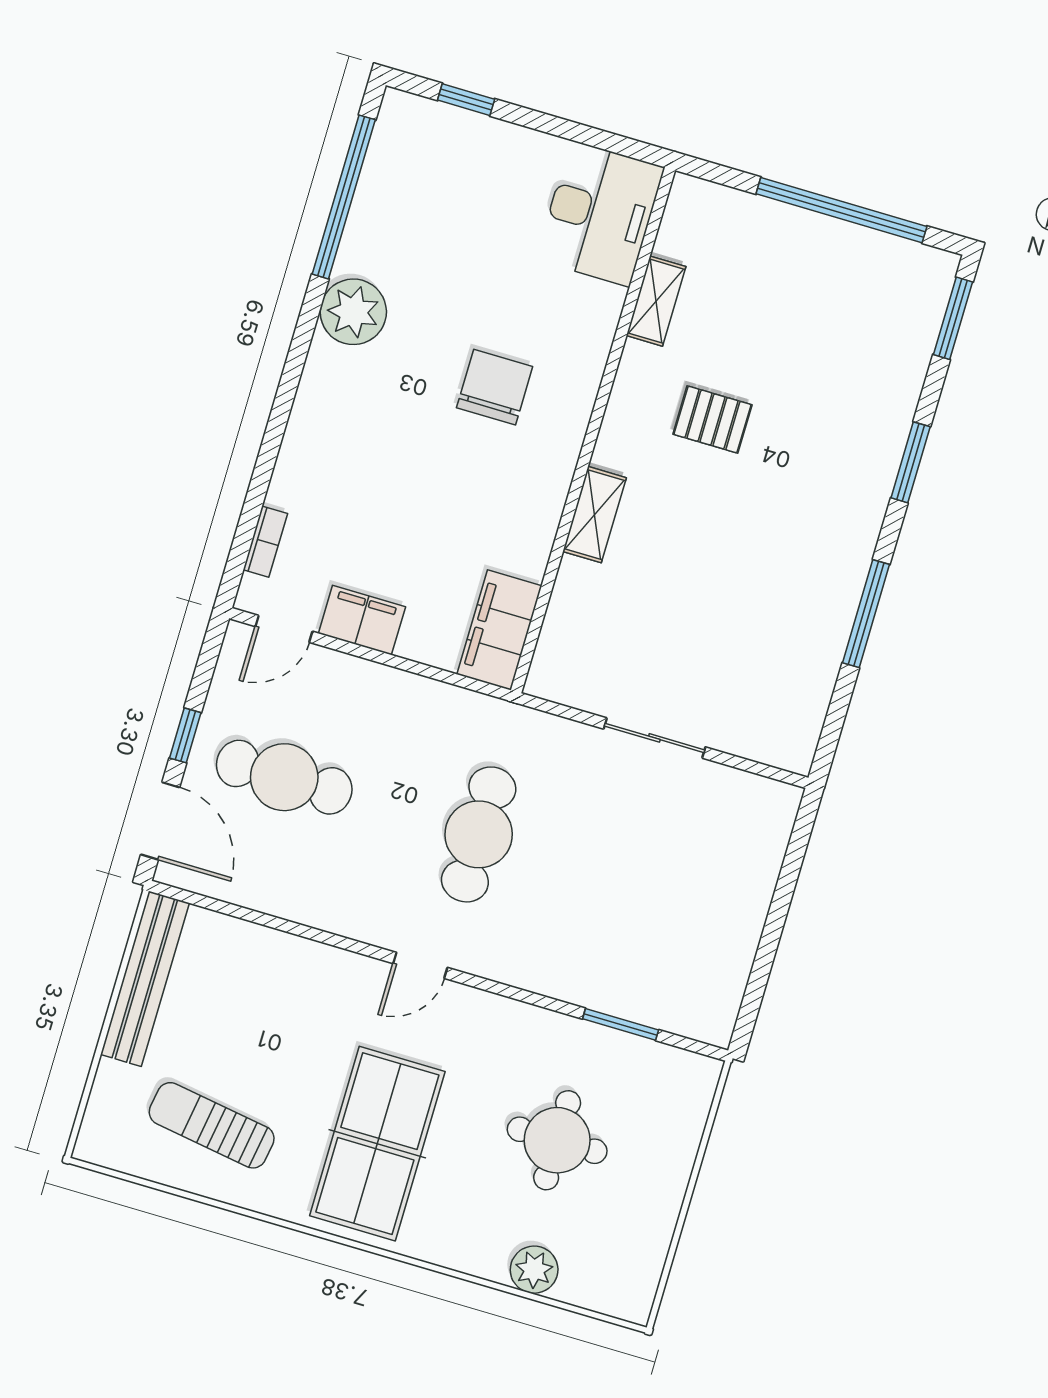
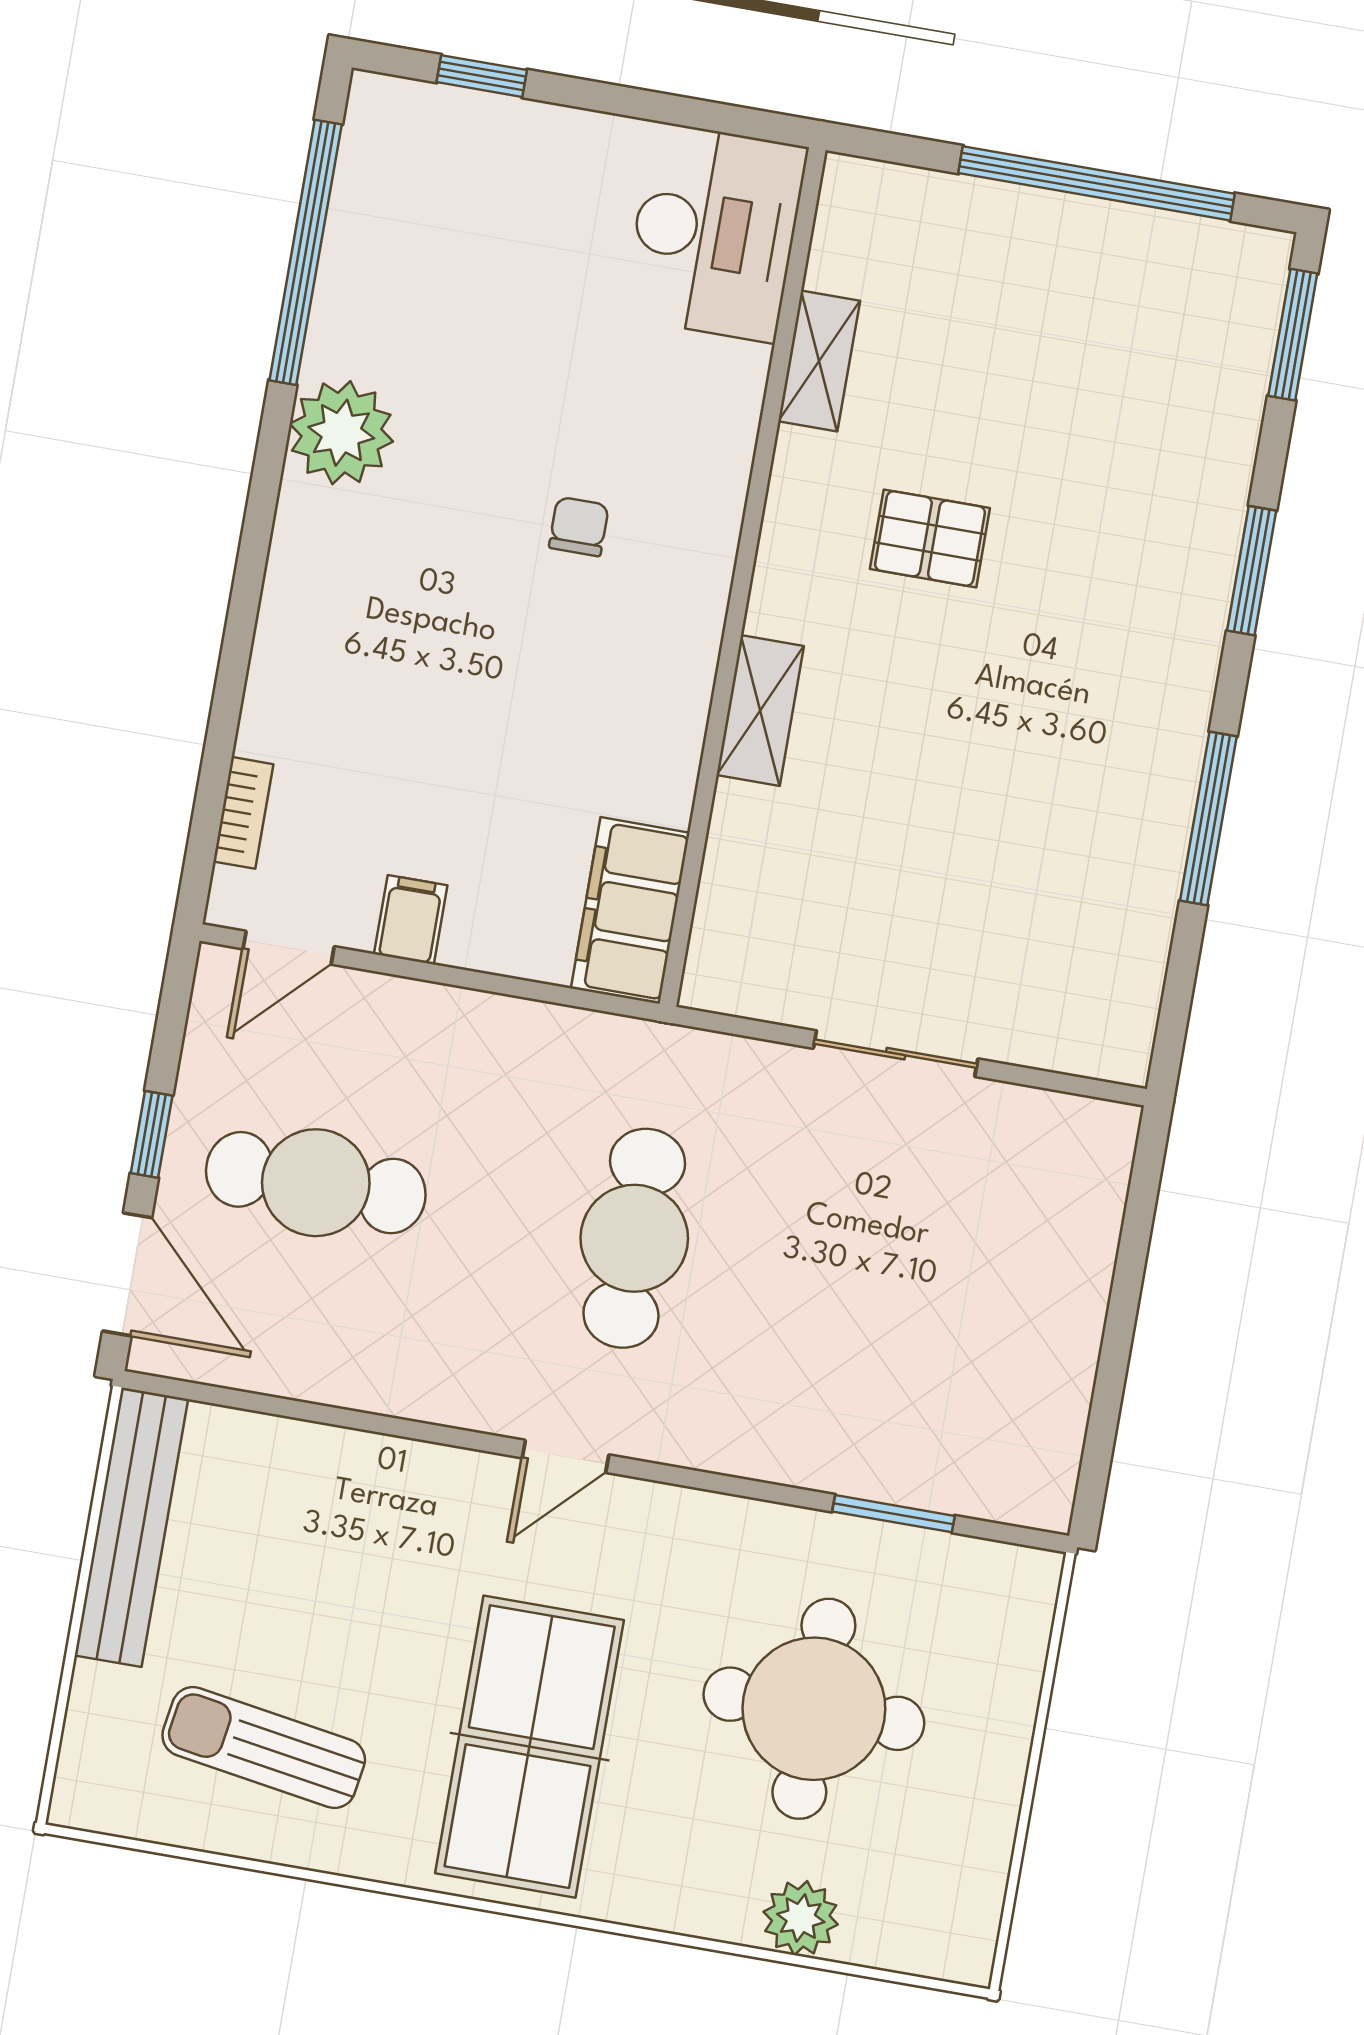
chair: (495, 387) -> (579, 527), width x0.54, depth x0.54
filing cabinet: (362, 620) -> (411, 920), width x0.50
round table: (557, 1140) -> (814, 1709), width x1.36, depth x1.36

